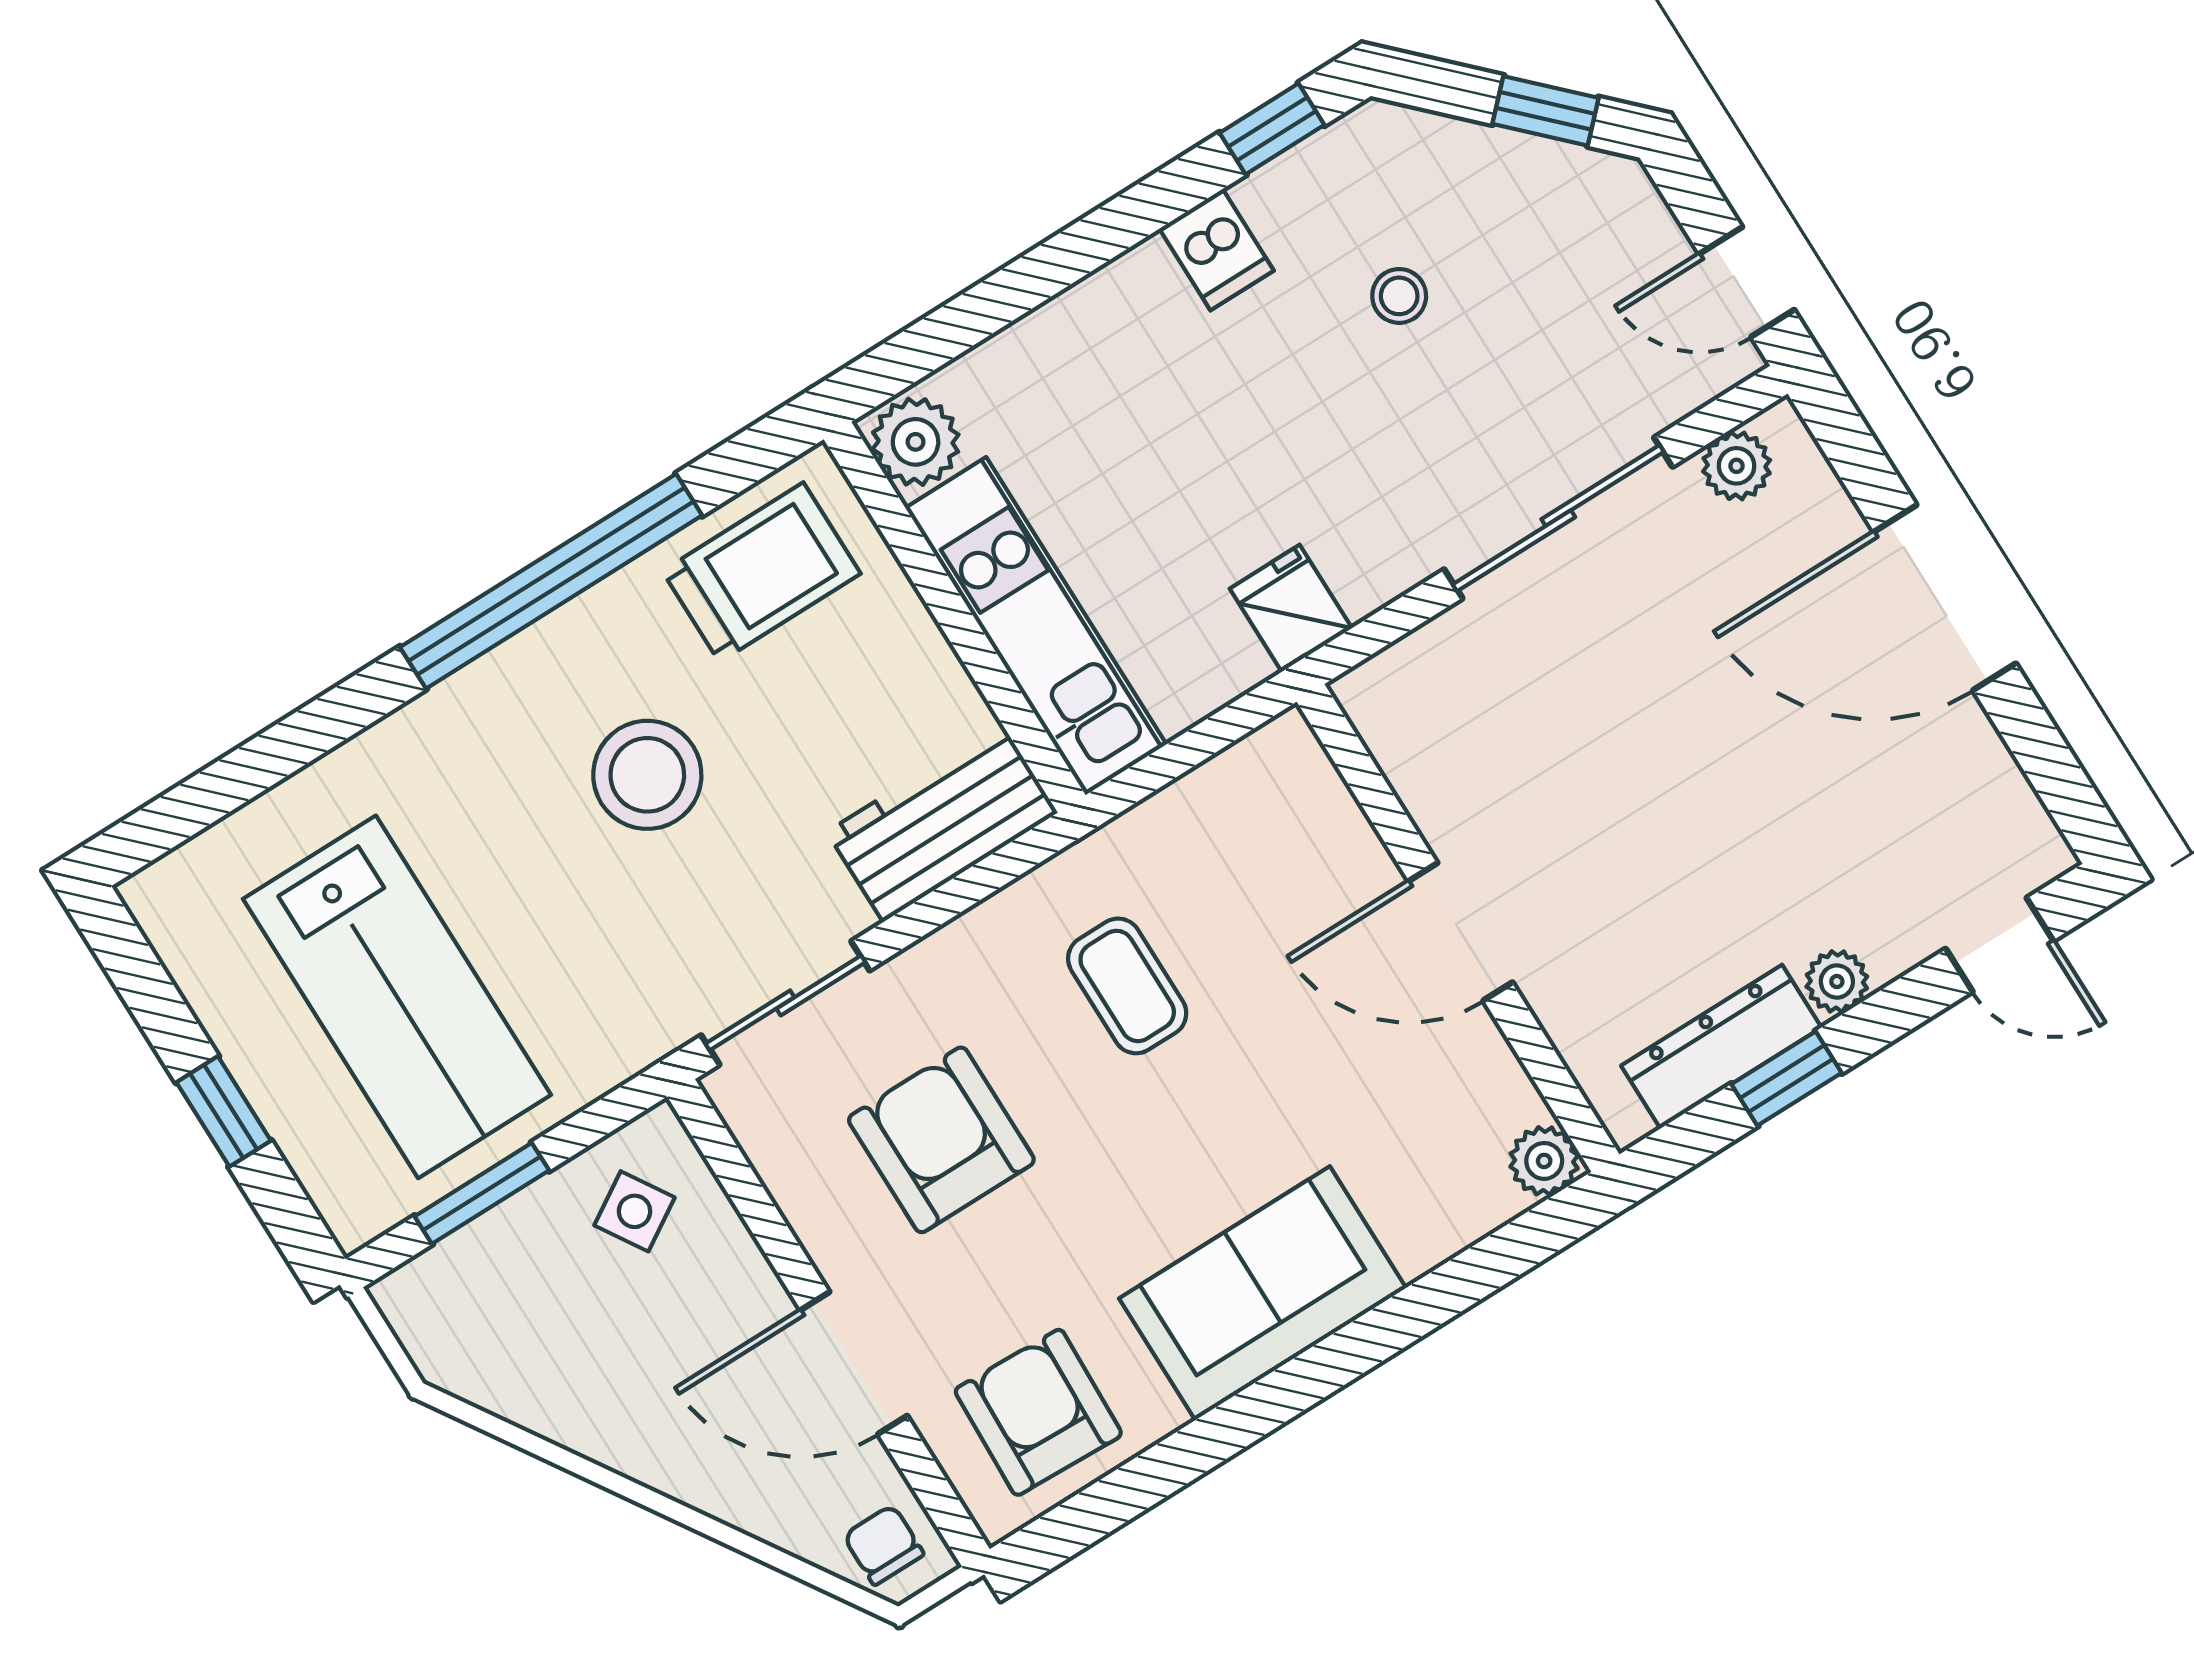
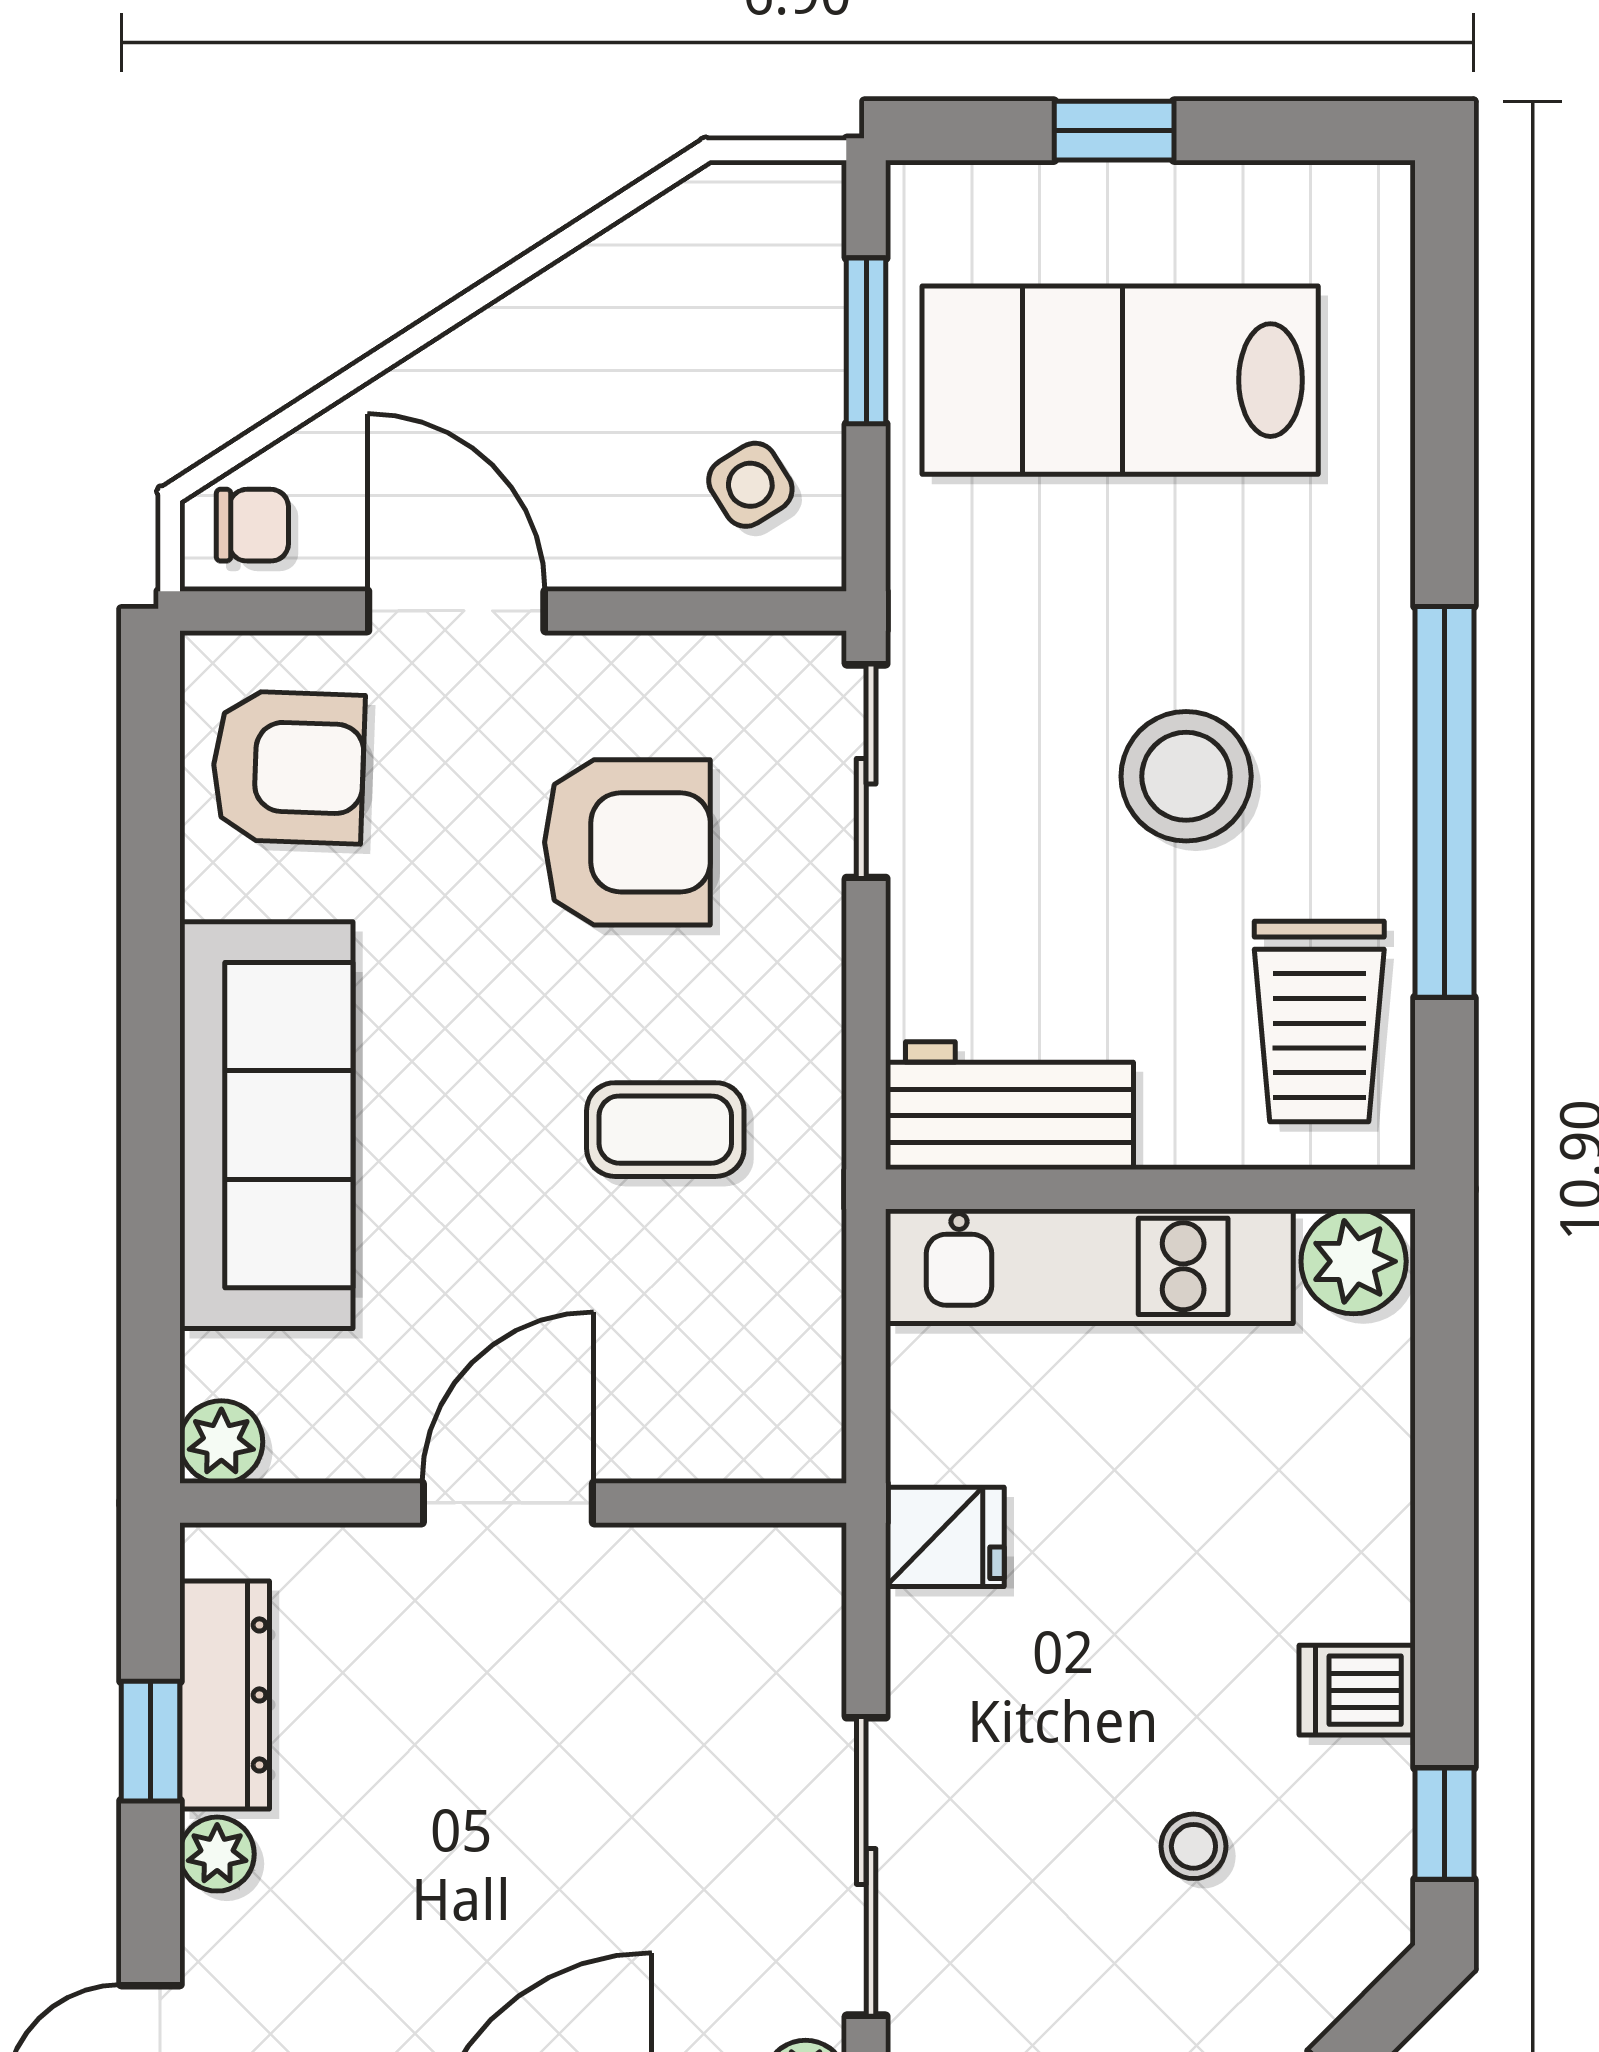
workbench: (942, 822) -> (1010, 1106), moved, turned -90
sofa: (1263, 1293) -> (266, 1125), width x1.36
door: (854, 1363) -> (456, 611), hinge flipped

